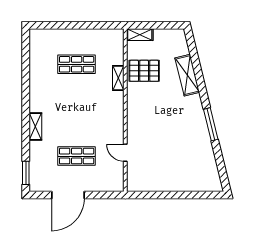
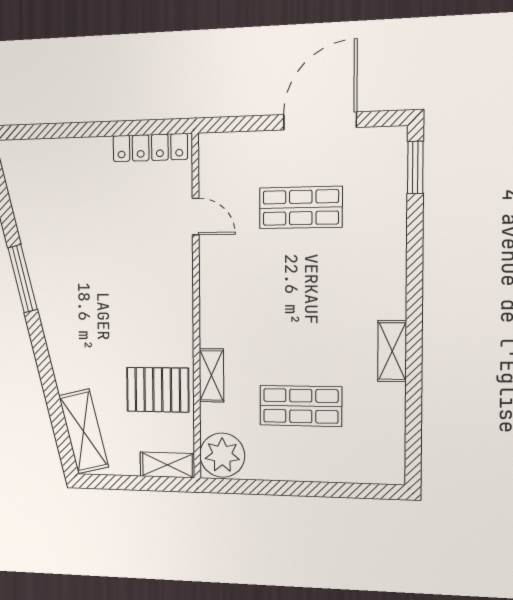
plant: (113, 40) -> (222, 455), added
shelving: (187, 75) -> (84, 431), moved
shelving: (35, 127) -> (392, 351), moved
locker: (147, 186) -> (150, 148), added

